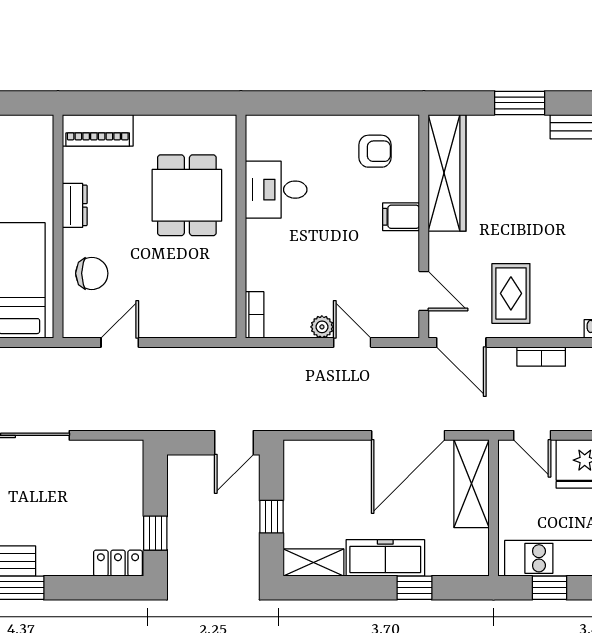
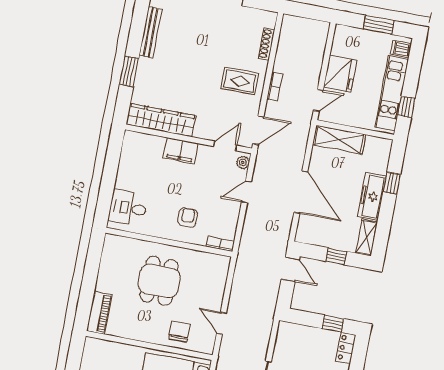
armchair: (375, 151) -> (188, 217), moved
desk: (276, 190) -> (128, 208), moved, turned 90
dining table: (187, 195) -> (159, 281), moved, turned 90
dresser: (75, 205) -> (139, 334), removed
filing cabinet: (401, 217) -> (181, 151), width x2.00
rug: (511, 293) -> (240, 81), moved
plant: (322, 327) -> (243, 162), moved
door: (408, 435) -> (301, 192), moved

